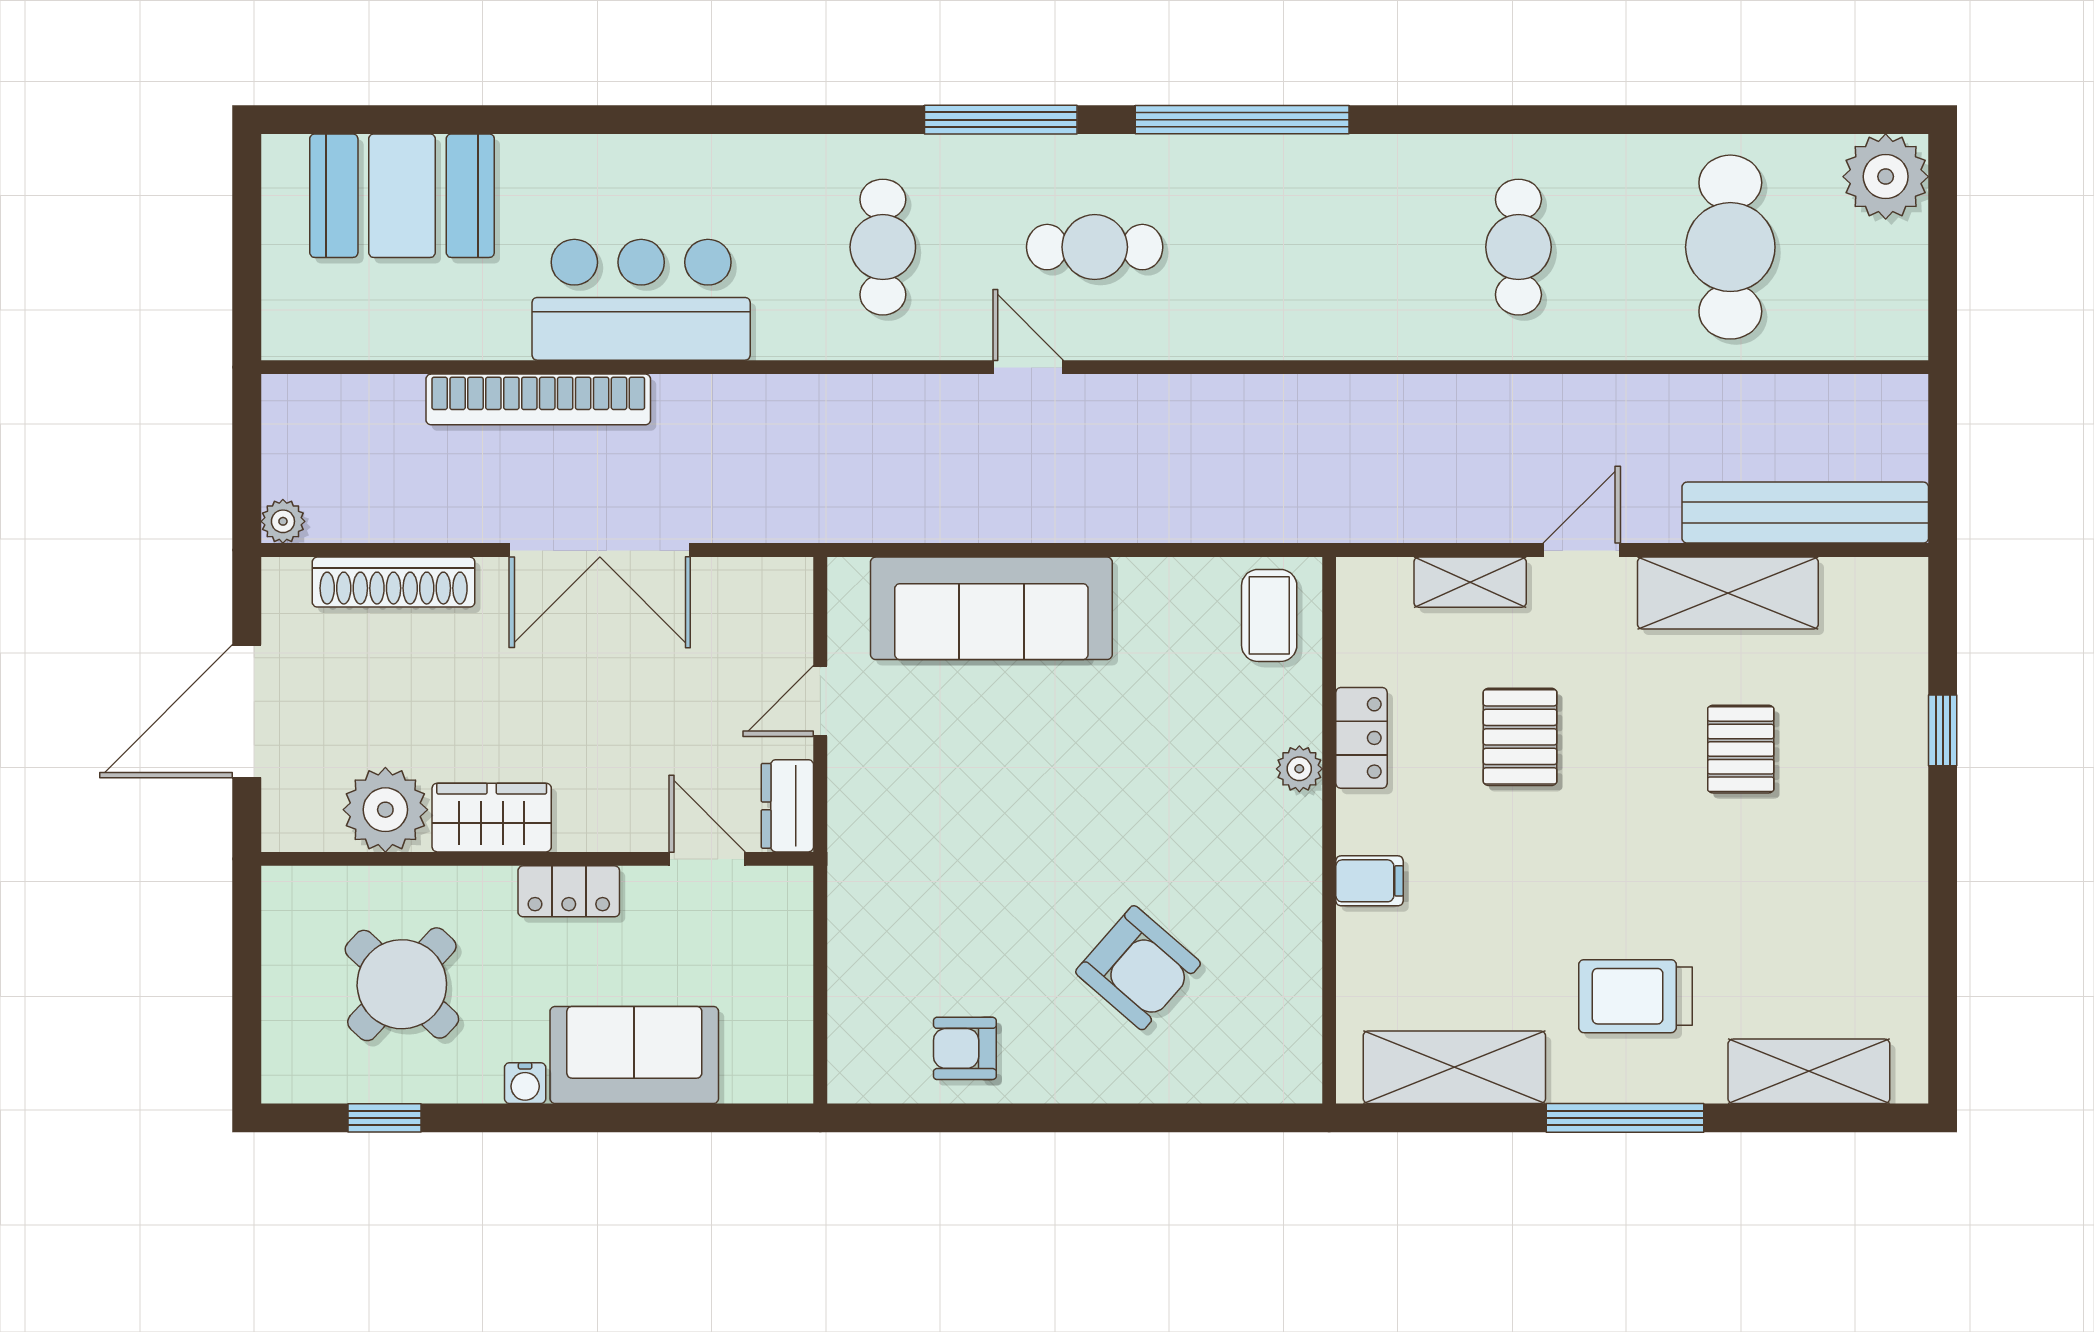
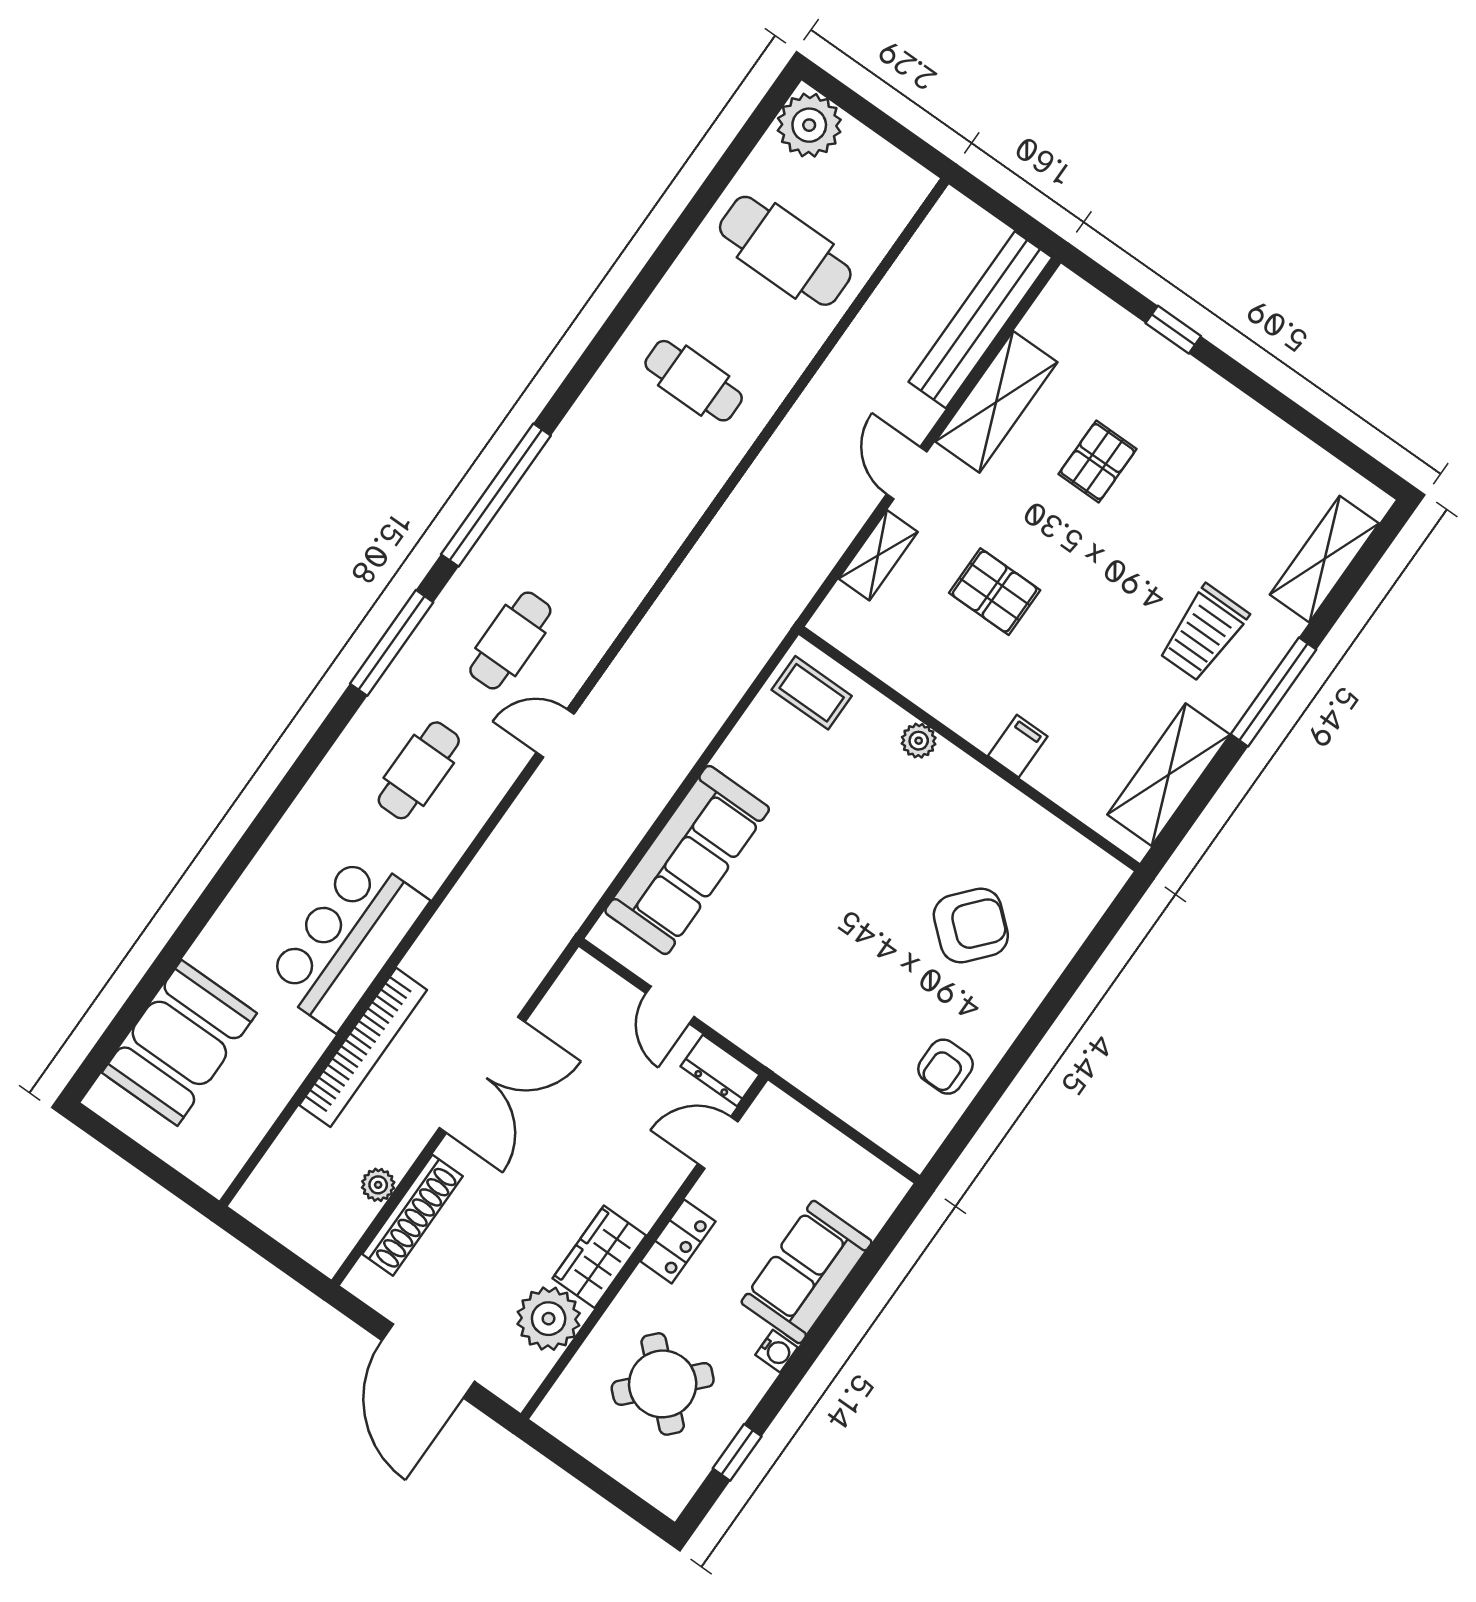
cafe table: (883, 247) -> (419, 770), turned 90
plant: (283, 521) -> (378, 1185), moved
locker: (1362, 738) -> (927, 689), removed
pallet: (1741, 749) -> (1098, 462), turned 90

